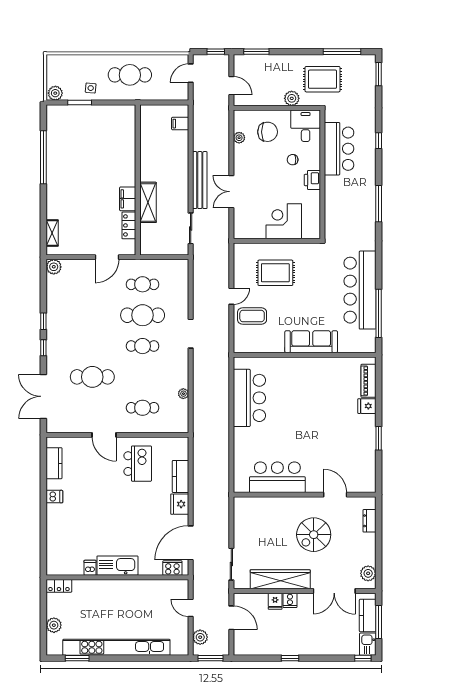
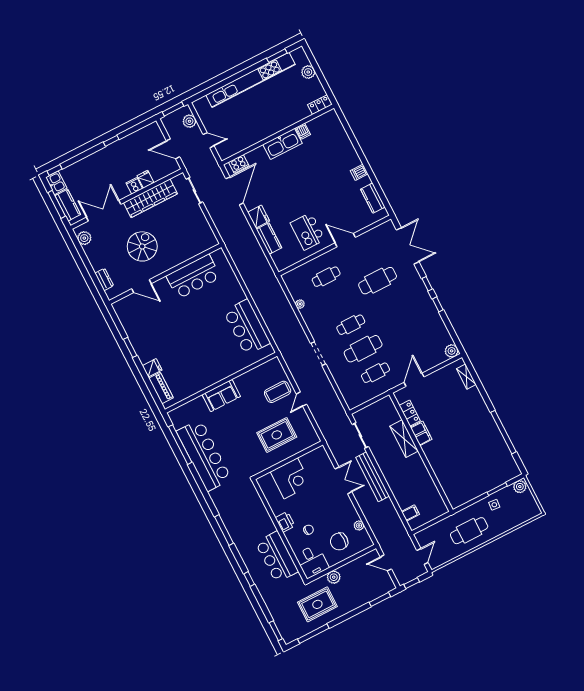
sofa: (311, 342) -> (221, 396), width x0.73

